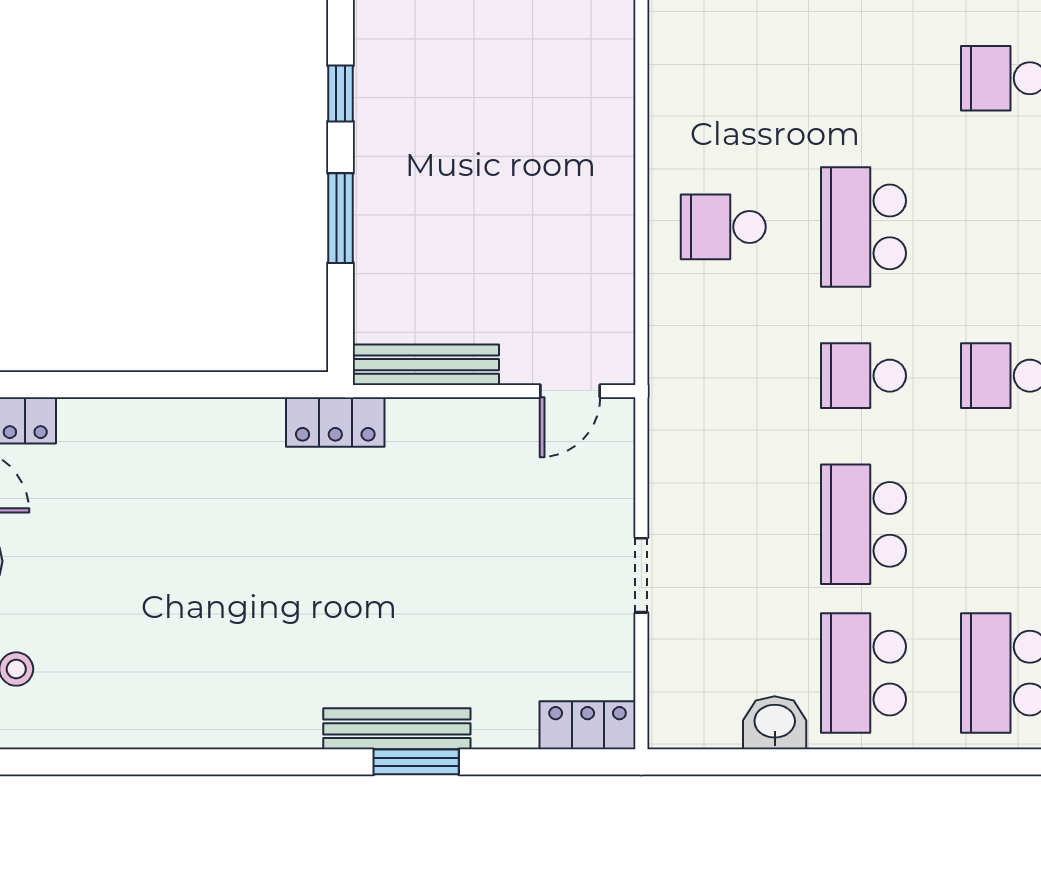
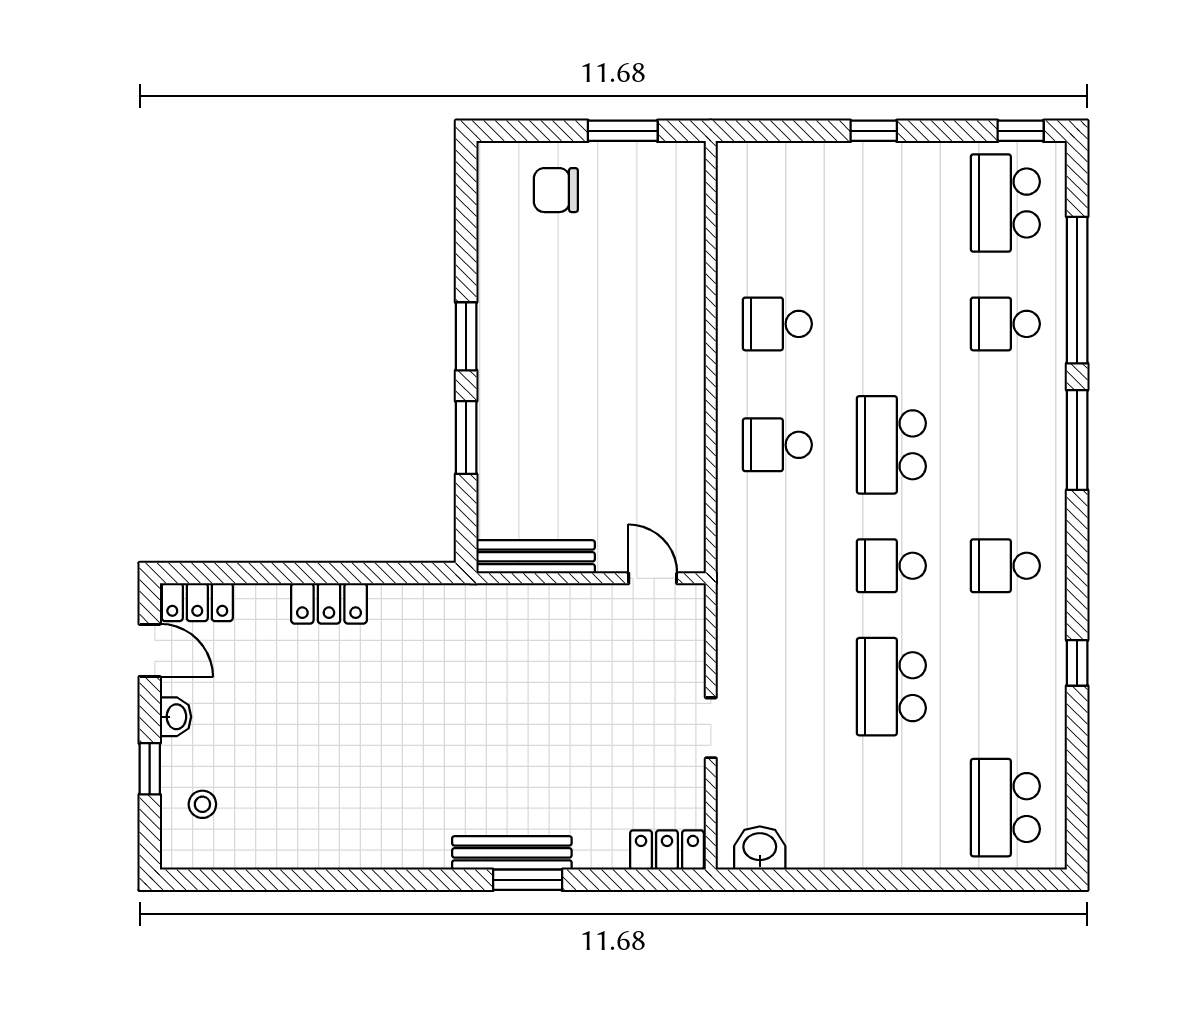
window: (341, 93) -> (466, 336), width x1.50
door: (570, 391) -> (653, 578), swing flipped
locker: (335, 422) -> (329, 603), moved
school desk: (863, 673) -> (777, 324), moved, width x0.54
washbasin: (775, 723) -> (760, 848), moved

